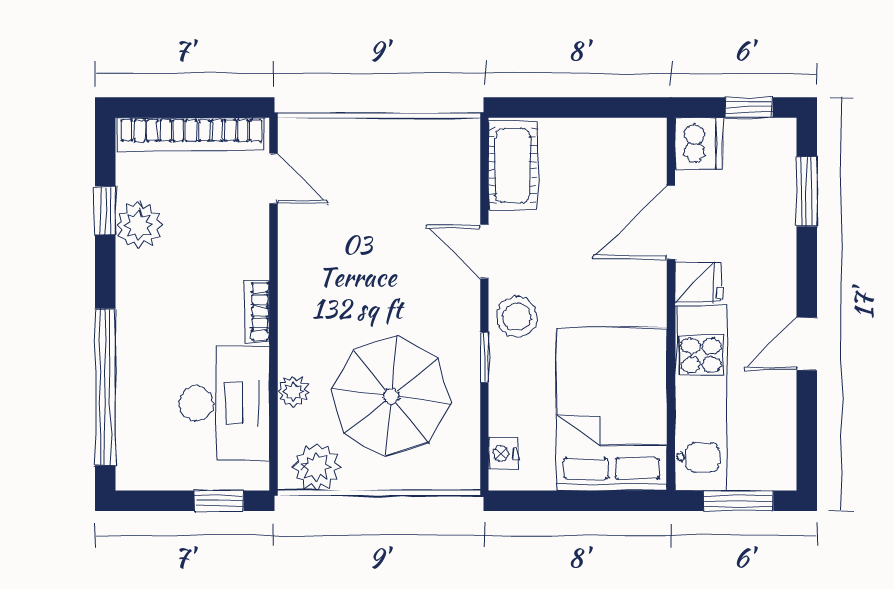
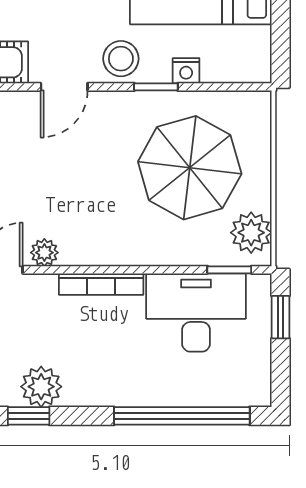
bookcase: (257, 312) -> (101, 284), width x1.56
plant: (293, 392) -> (44, 253), moved
window: (274, 442) -> (229, 270), added
nightstand: (503, 453) -> (186, 71), moved

